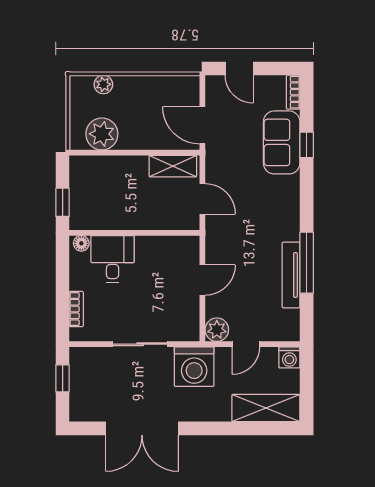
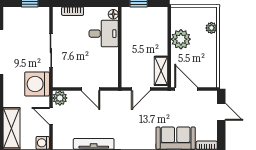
door: (239, 69) -> (221, 112), swing flipped
door: (202, 125) -> (186, 89), hinge flipped
plant: (102, 134) -> (181, 39), moved

